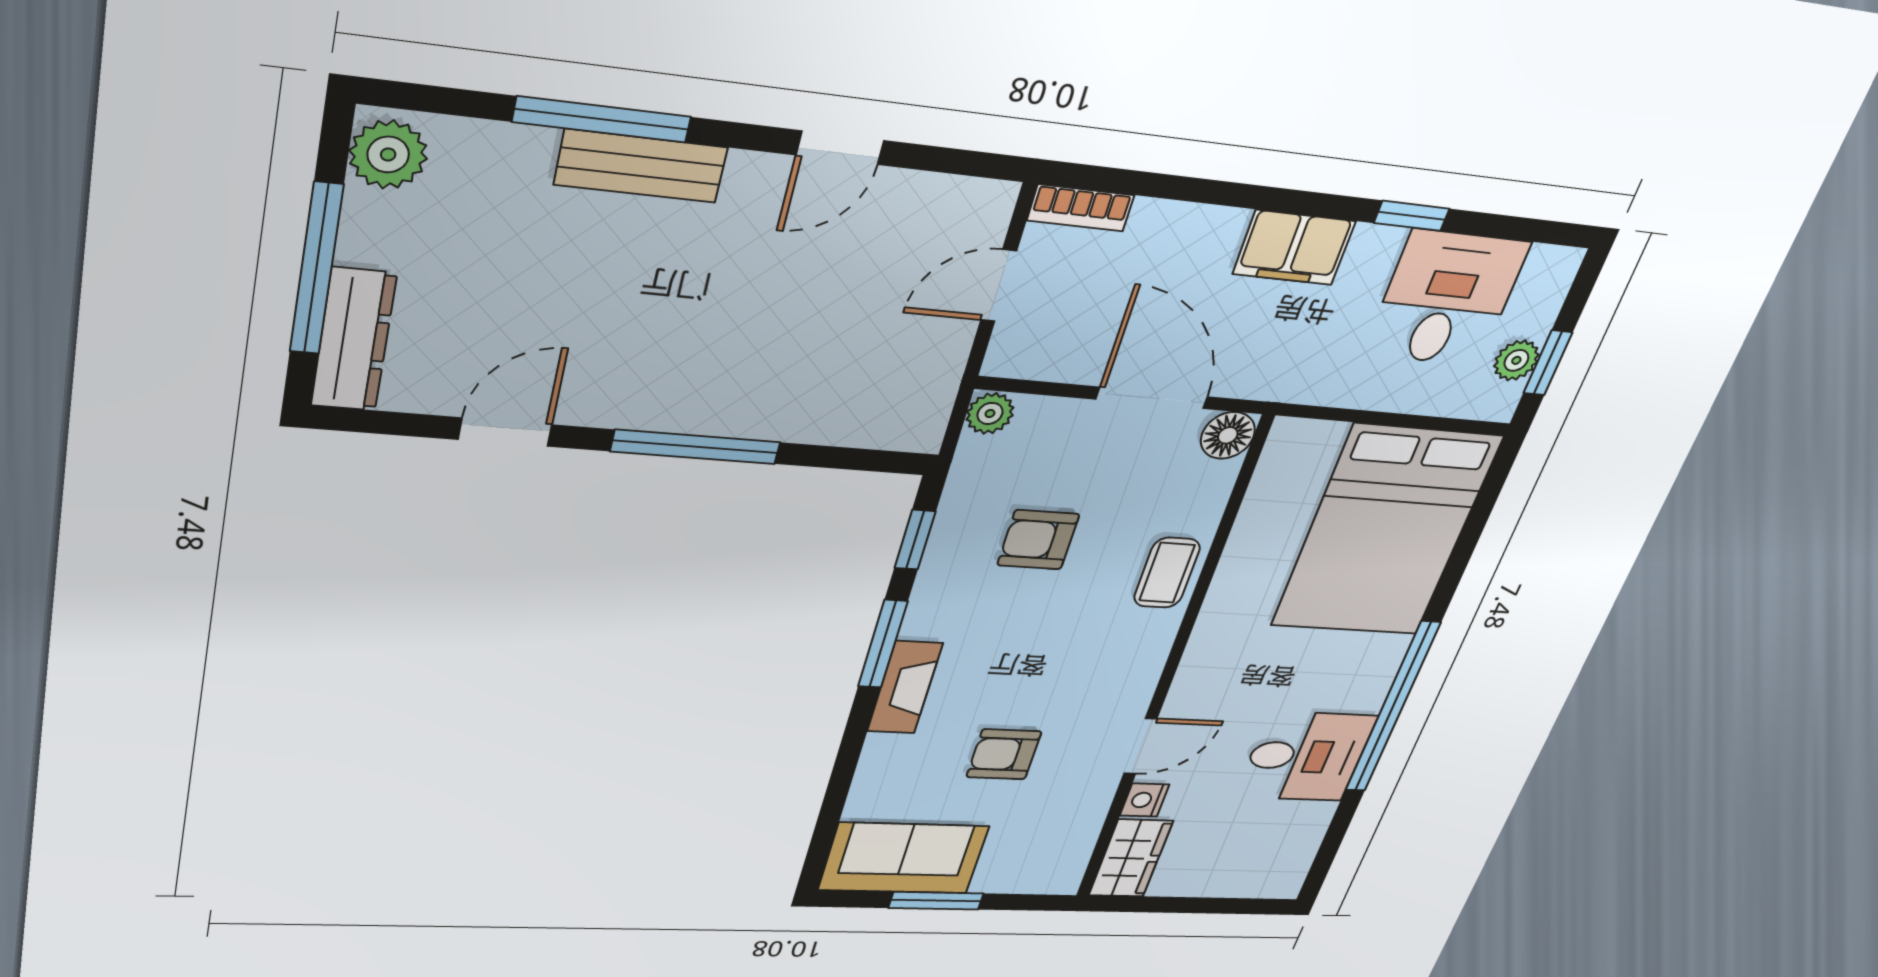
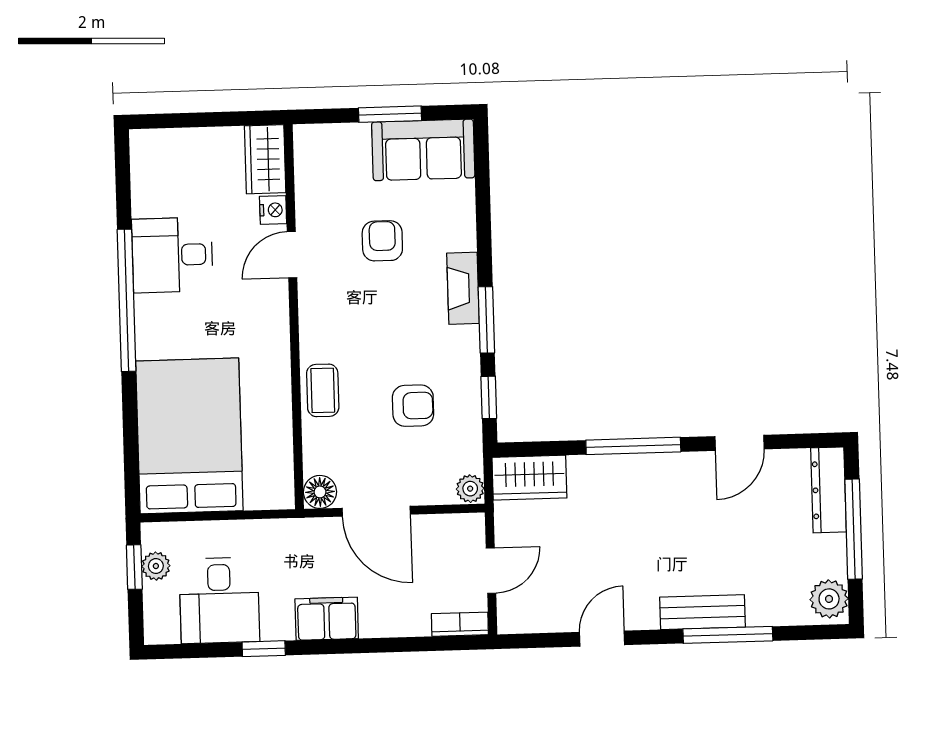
wardrobe: (887, 419) -> (529, 478), added
armchair: (1004, 754) -> (382, 241), turned -90

